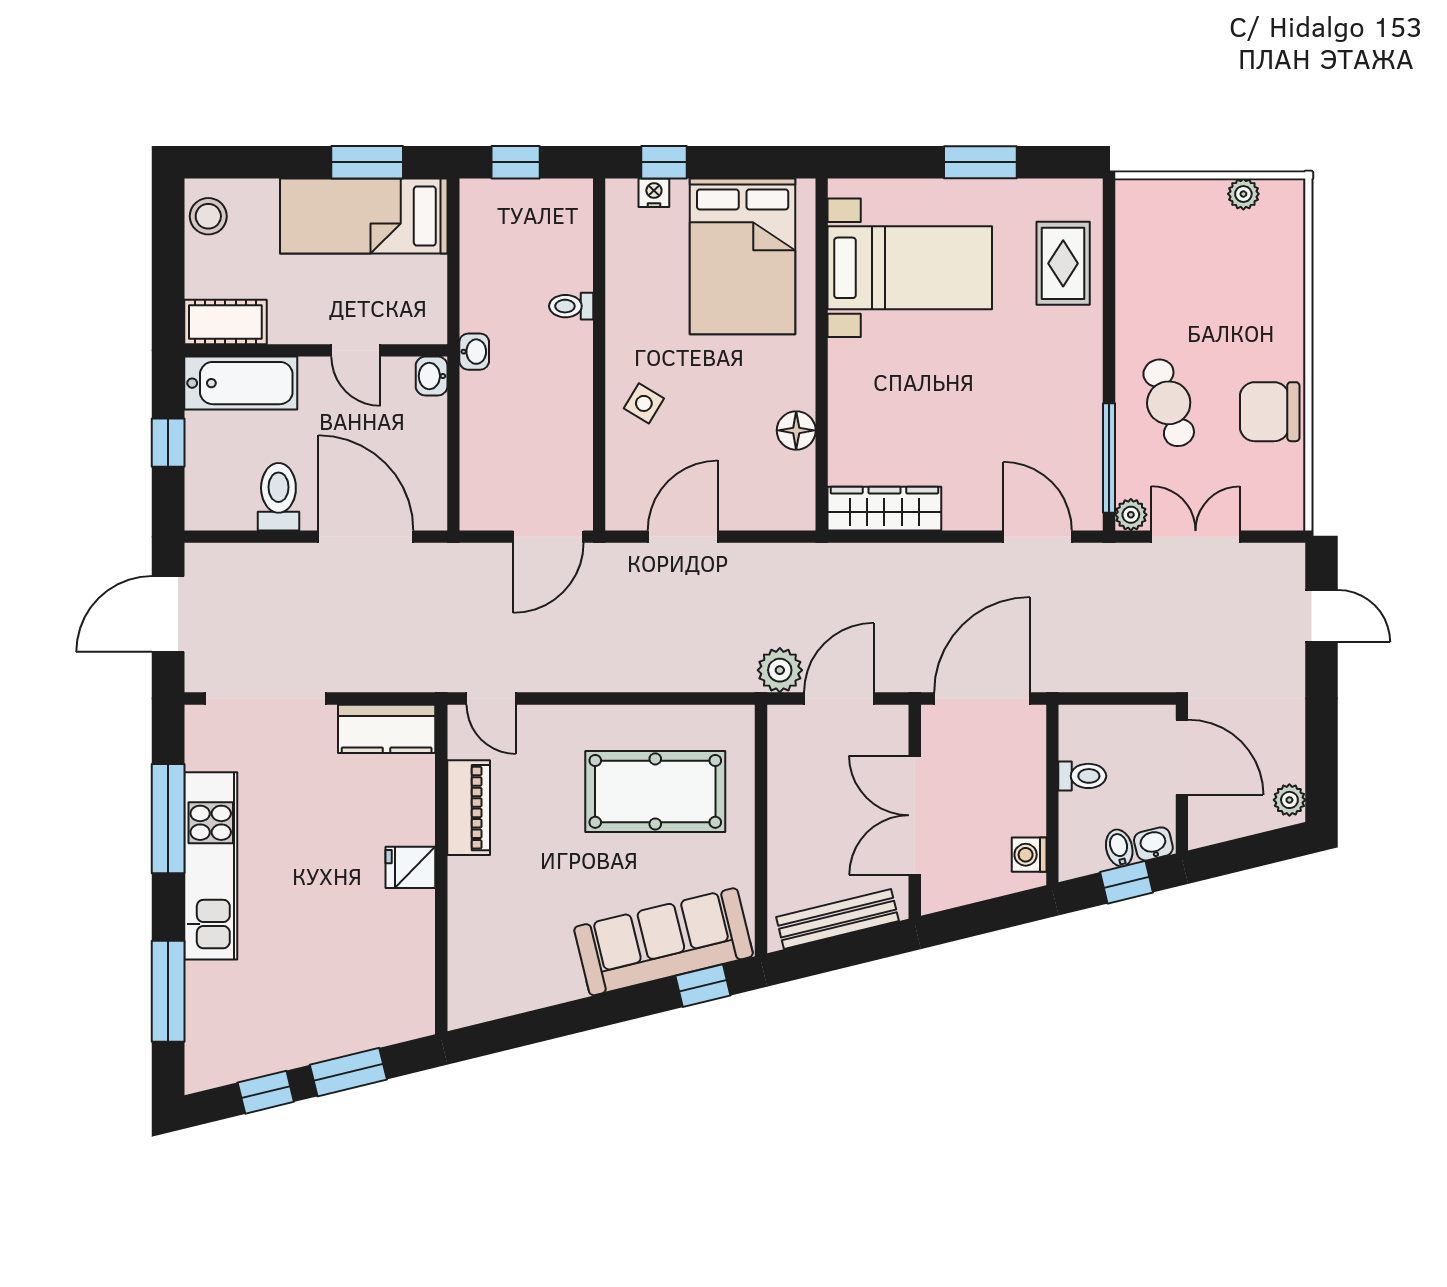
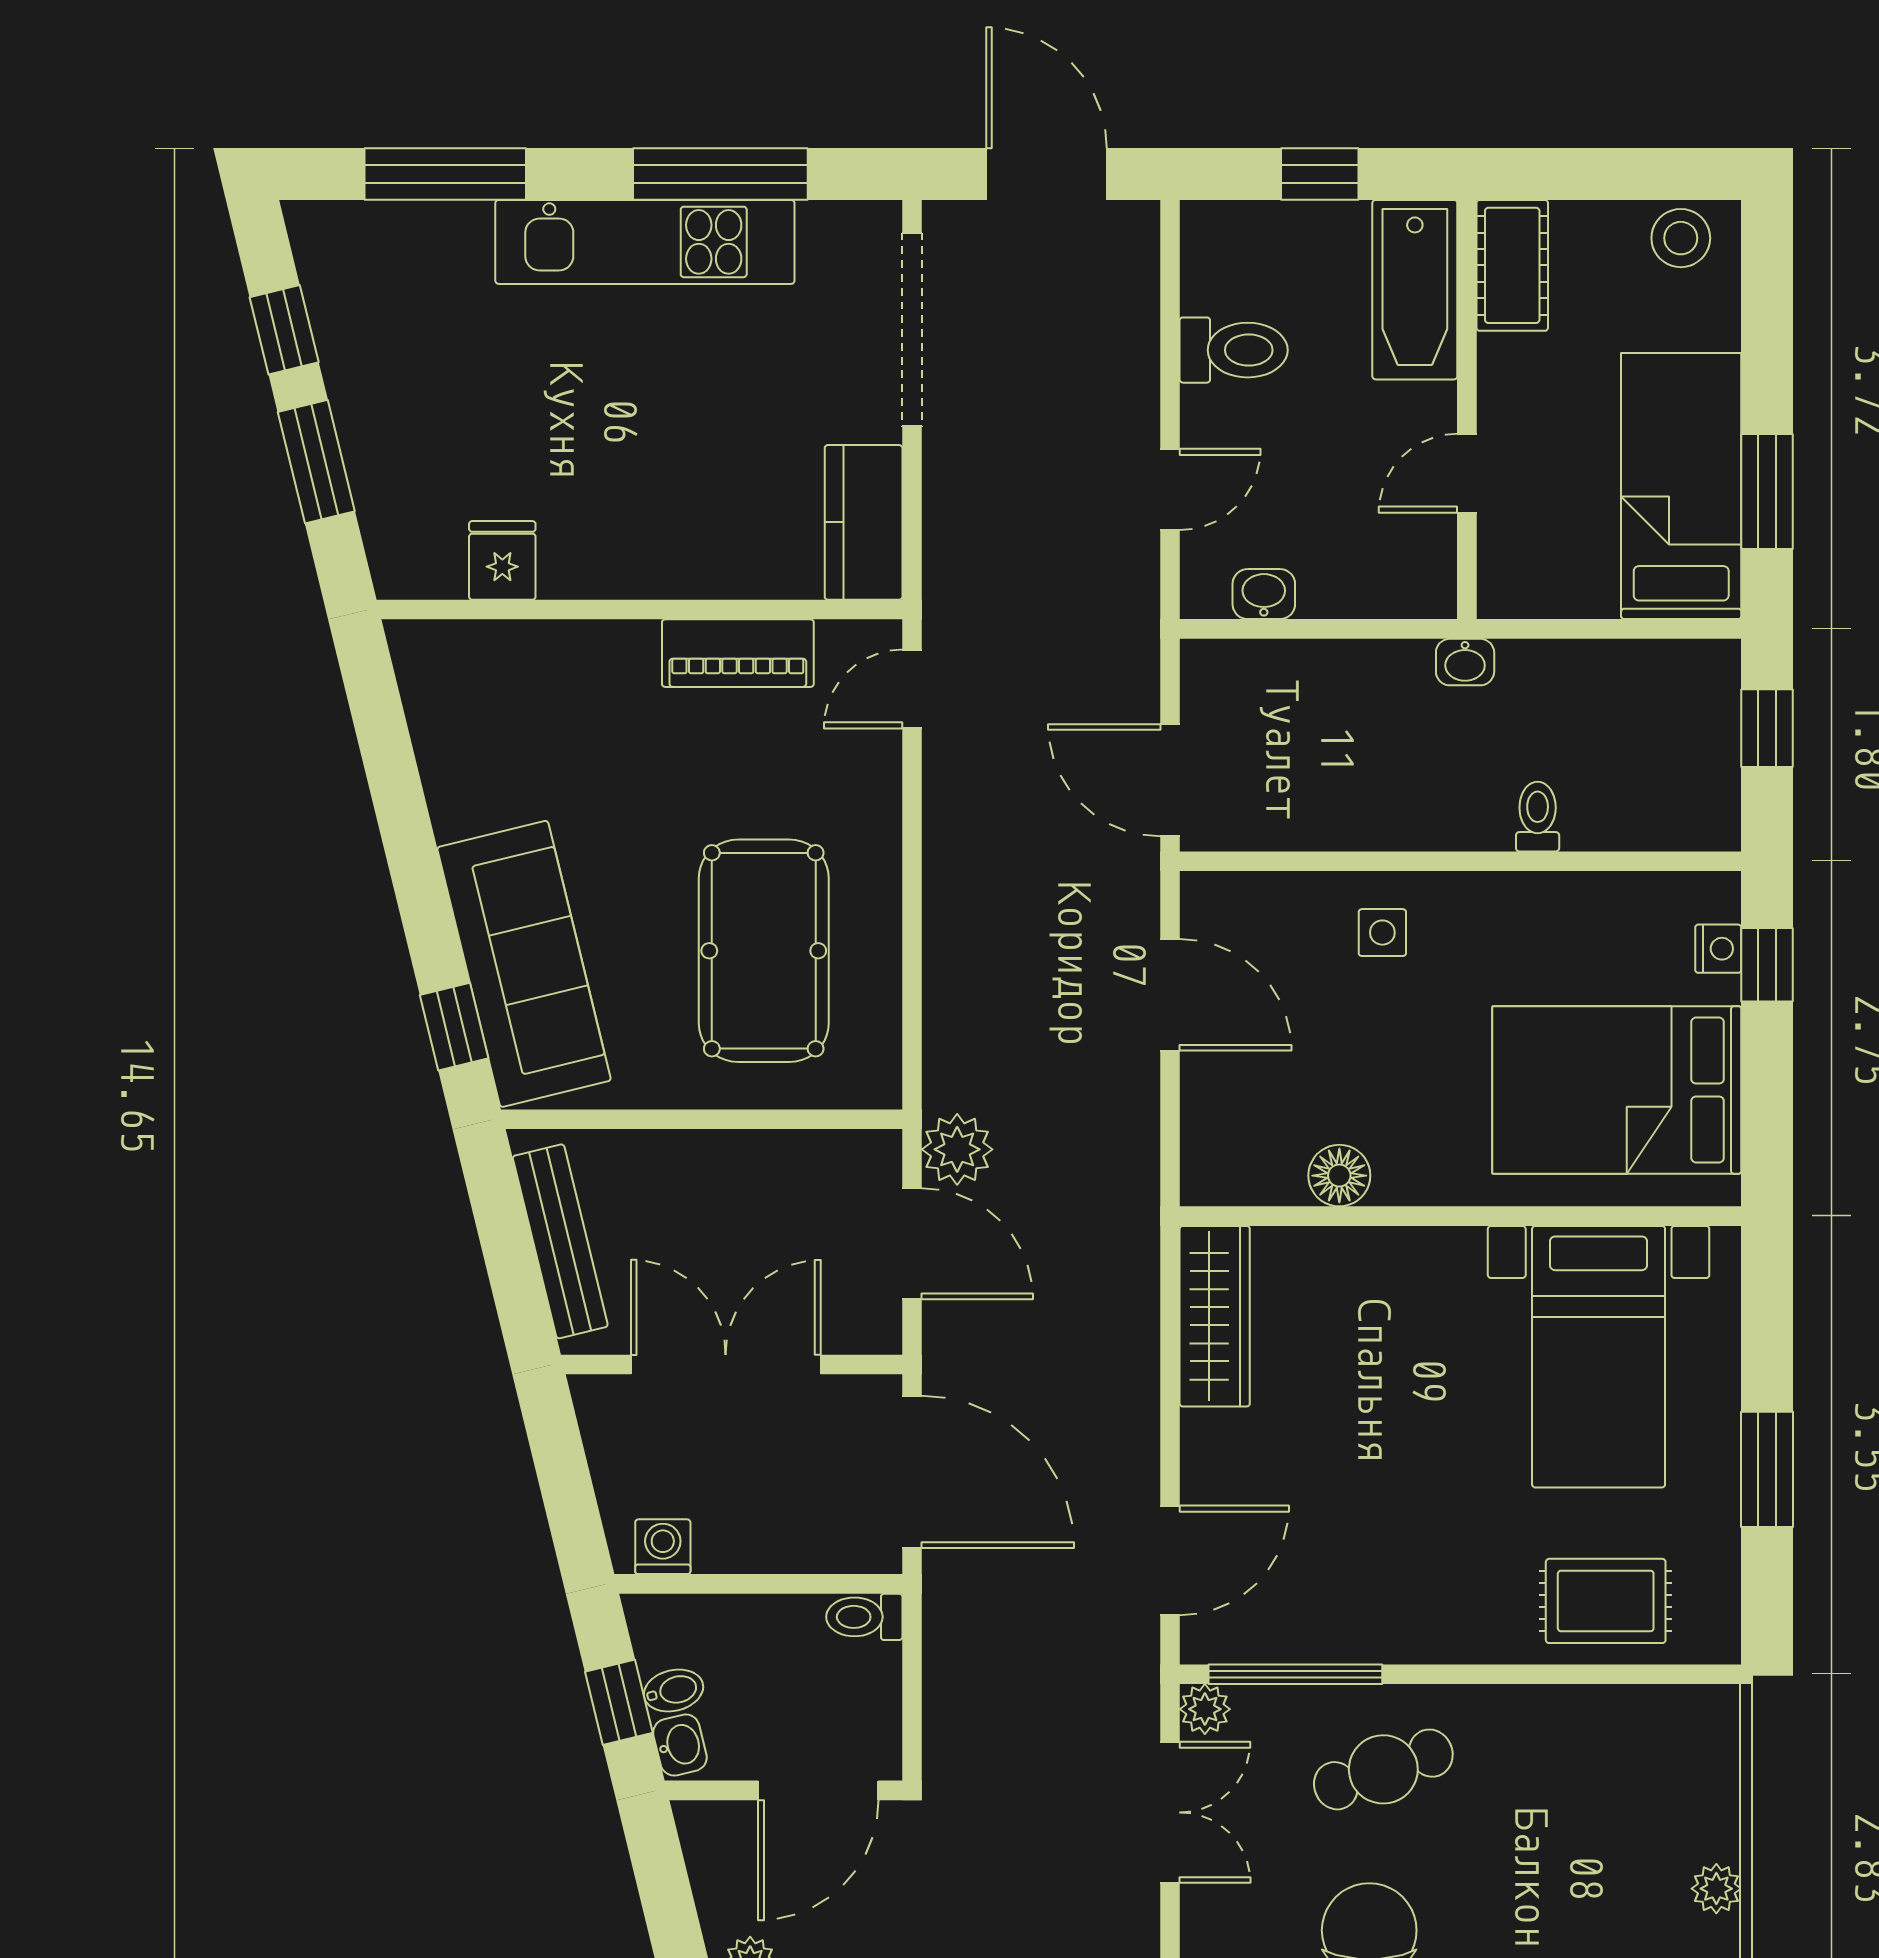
washbasin: (432, 376) -> (1264, 594), moved
side table: (644, 403) -> (1382, 933), turned -31
door: (366, 537) -> (1170, 489), width x0.53
toilet: (1082, 776) -> (864, 1617), moved, turned 90
fridge: (410, 867) -> (502, 560), moved

